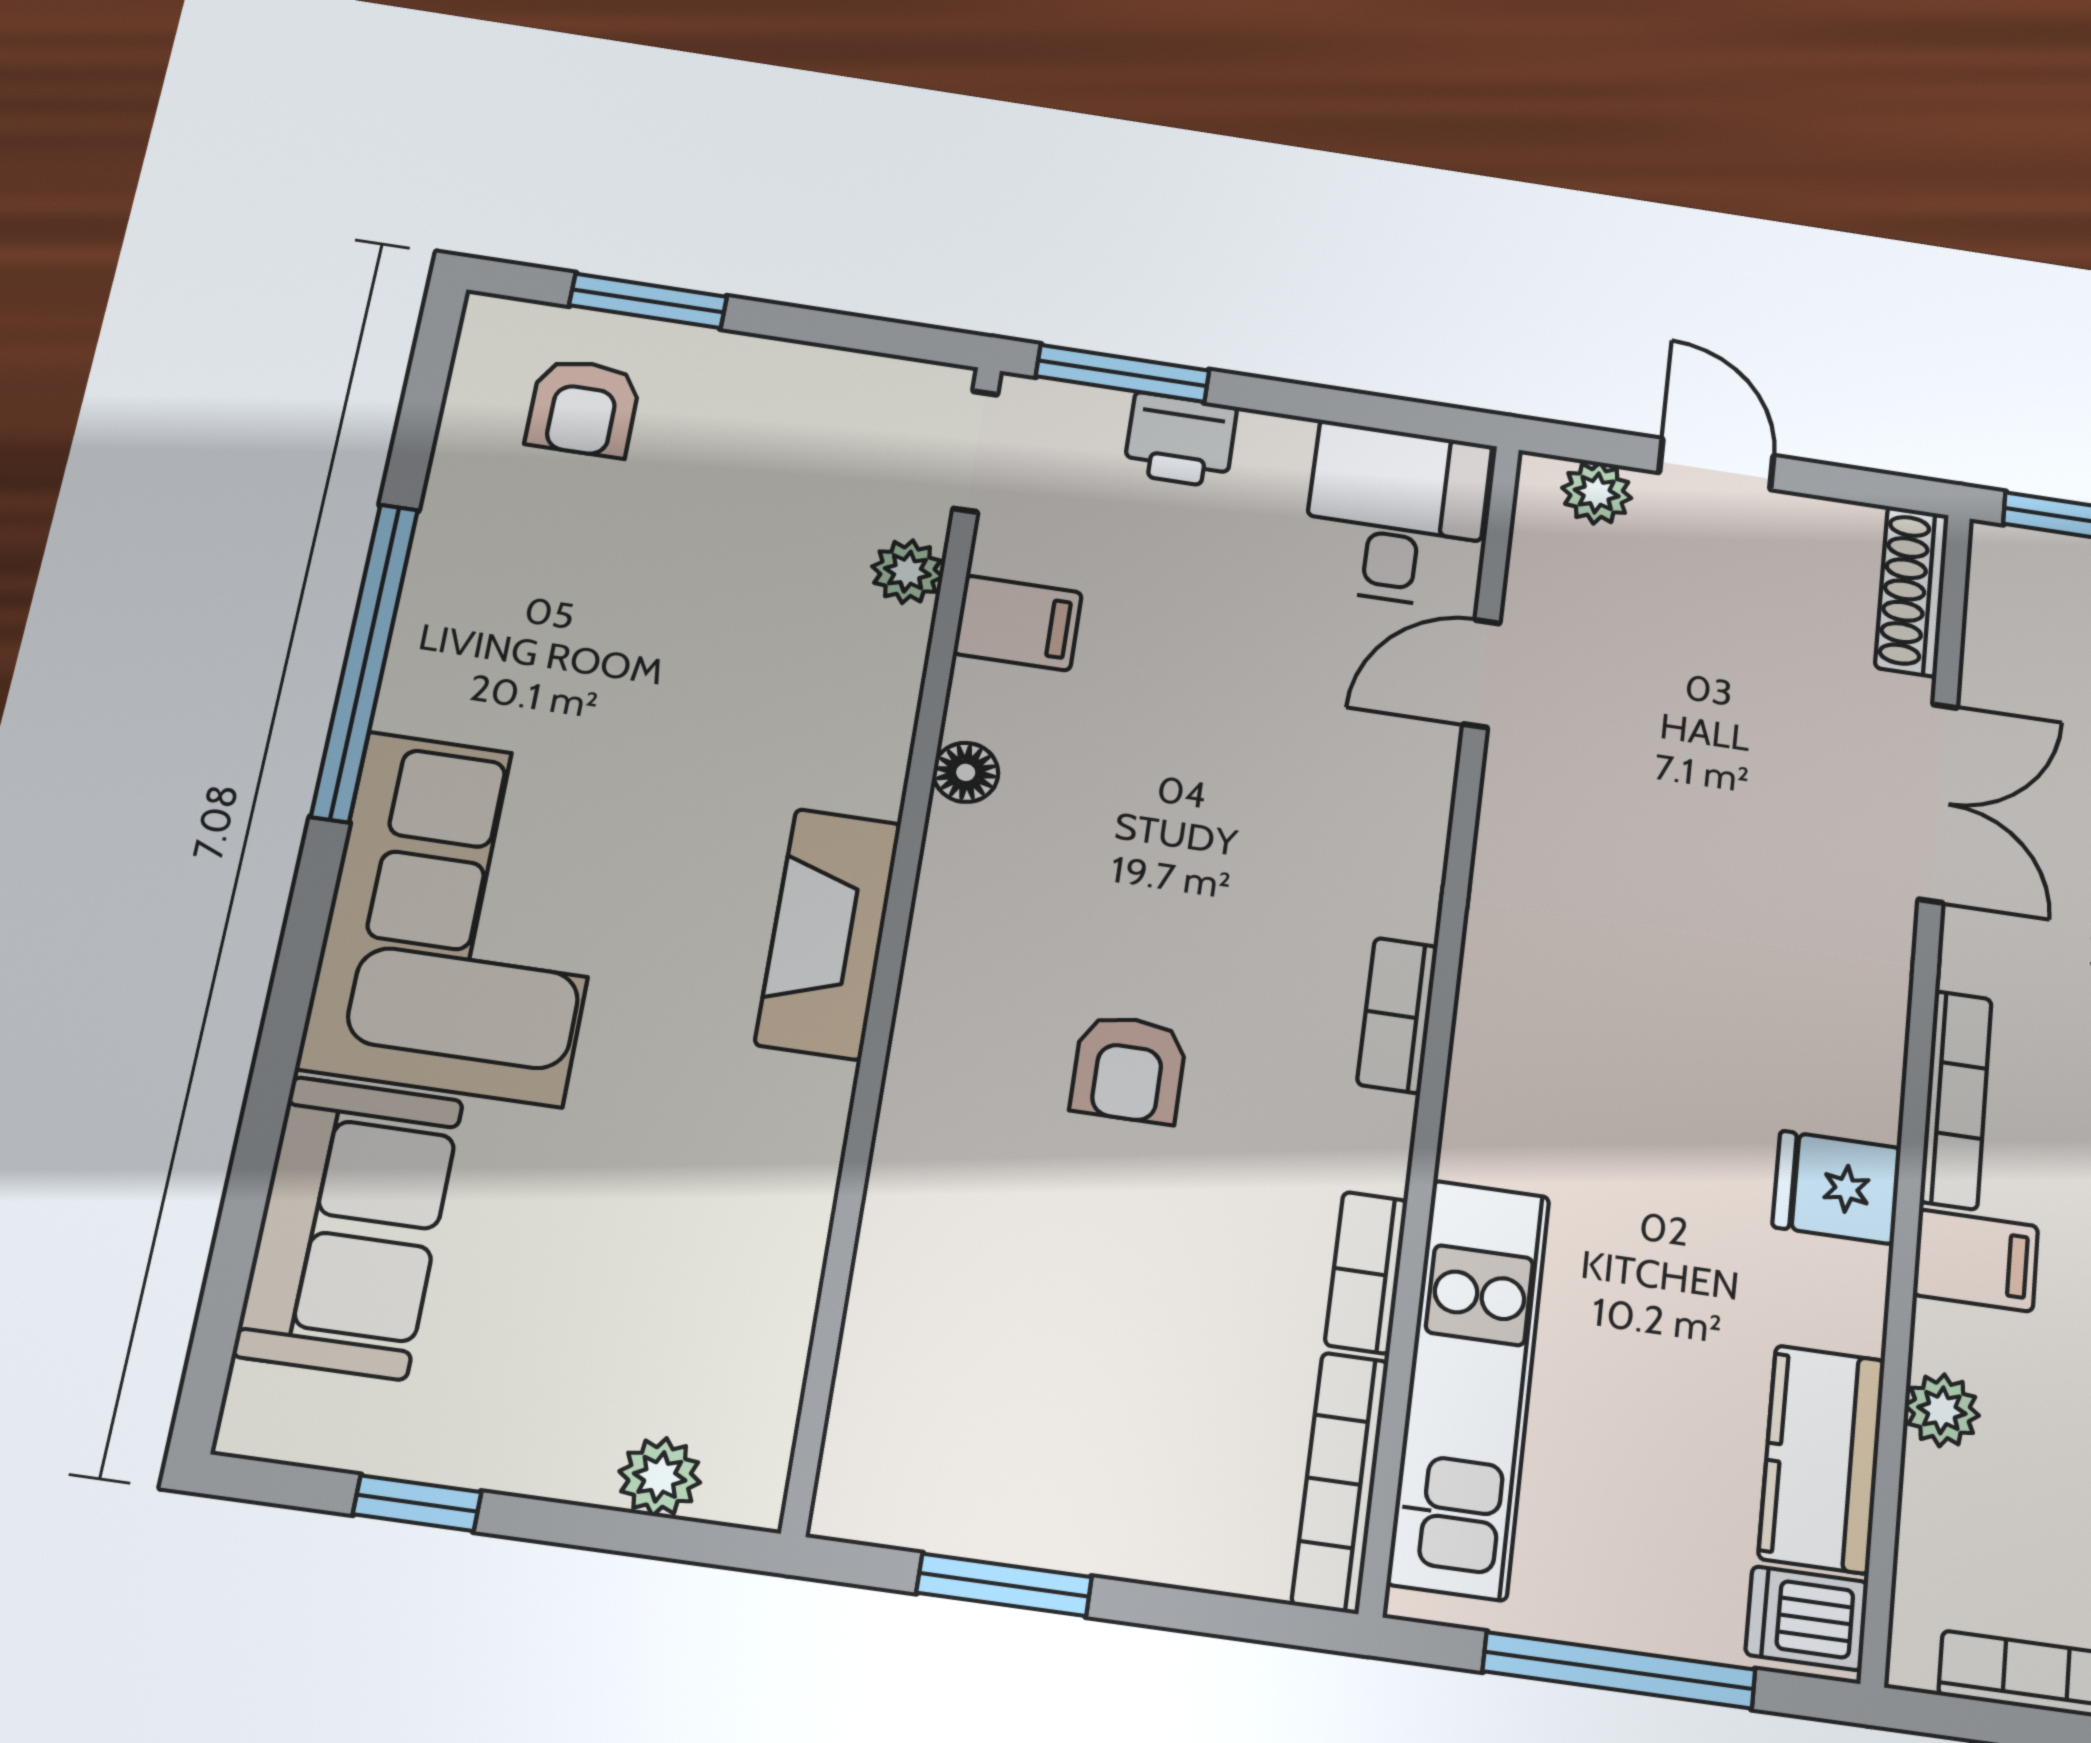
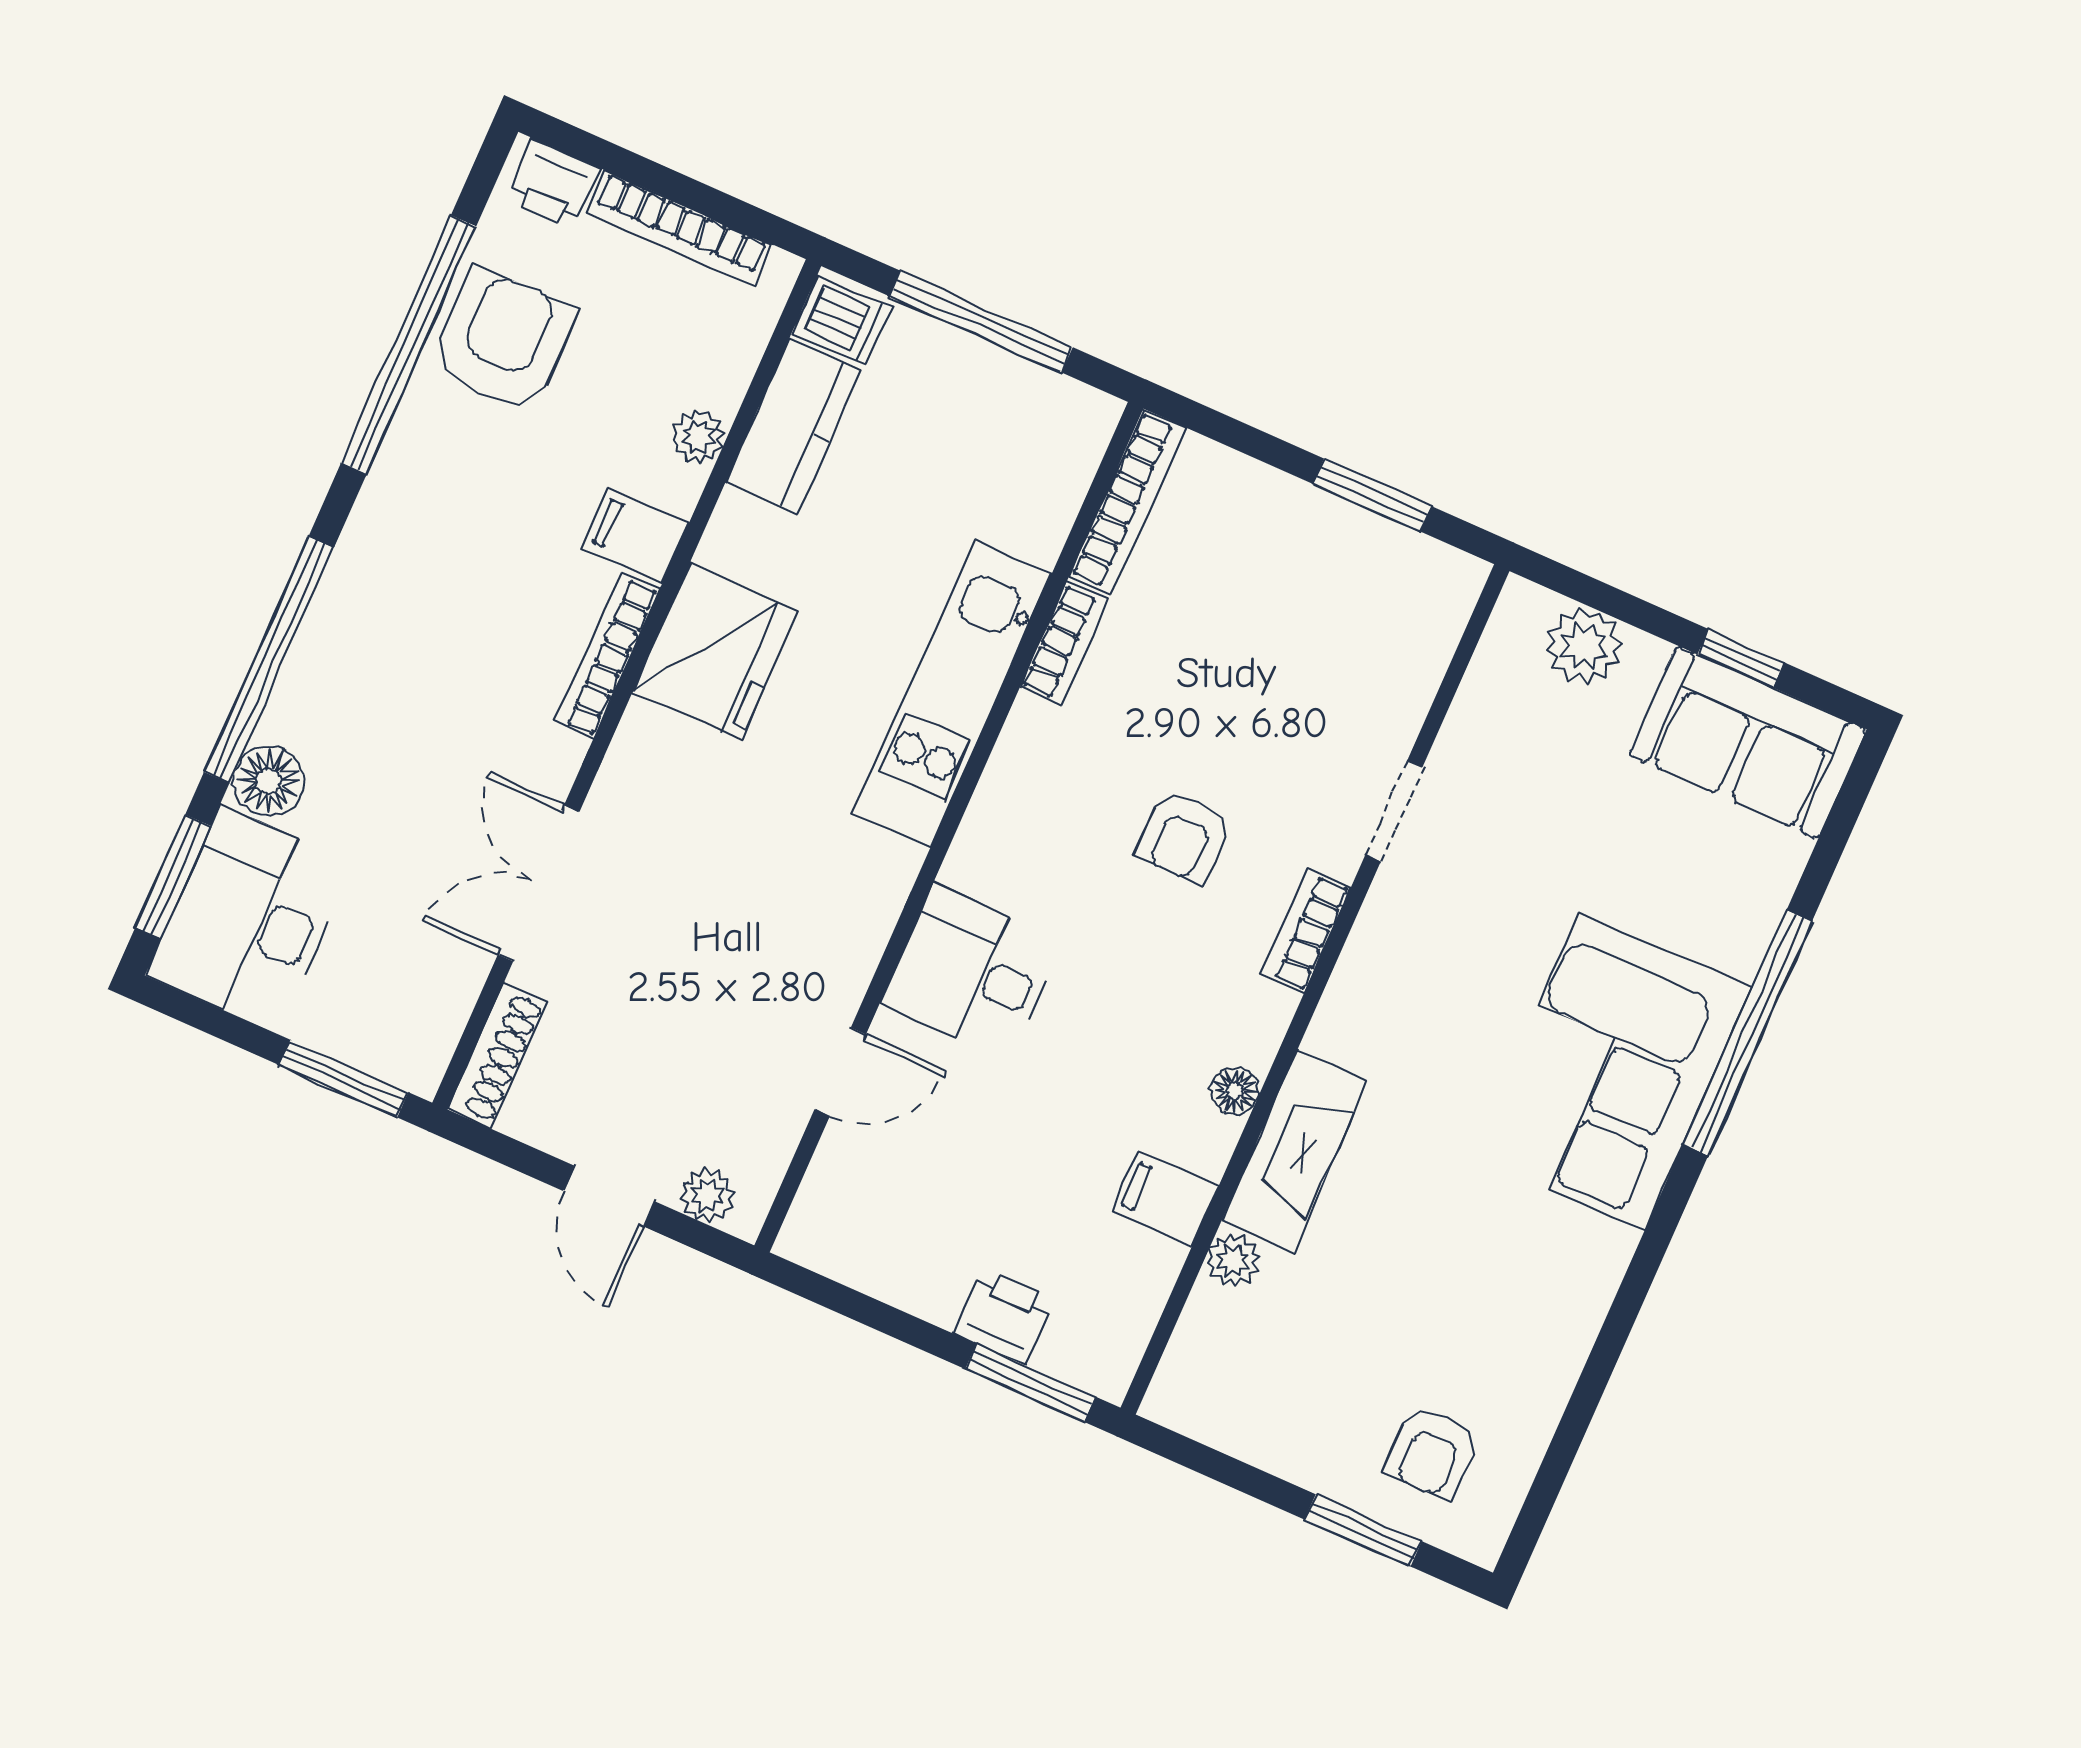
armchair: (583, 408) -> (1432, 1453), turned 180
doorway: (975, 451) -> (1394, 811), moved
desk: (1396, 515) -> (972, 972), moved, turned 90
window: (365, 661) -> (1747, 1033), moved
fireplace: (828, 934) -> (1295, 1150), moved
bookcase: (1397, 1015) -> (1306, 931), moved, turned 180
armchair: (1129, 1069) -> (1184, 836), turned 180
fridge: (1837, 1187) -> (716, 651), width x1.88, depth x1.34
sofa: (349, 1227) -> (1748, 742), moved, turned -90
kitchen unit: (1469, 1387) -> (953, 693), moved
plant: (660, 1477) -> (1584, 646), width x1.38, depth x1.38

